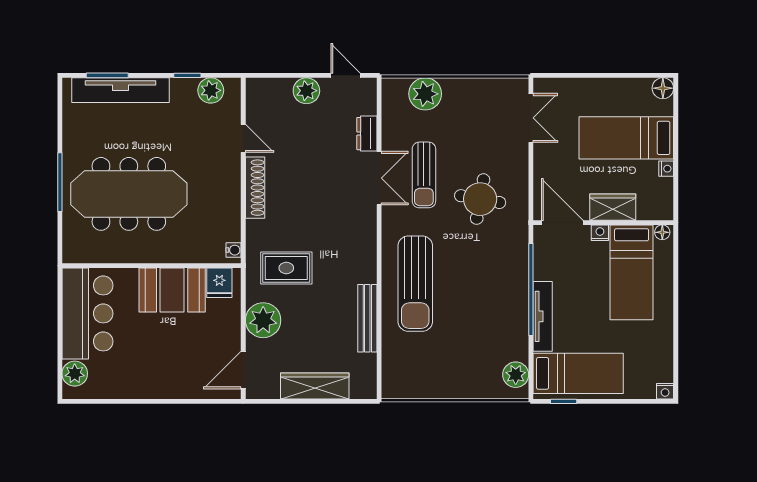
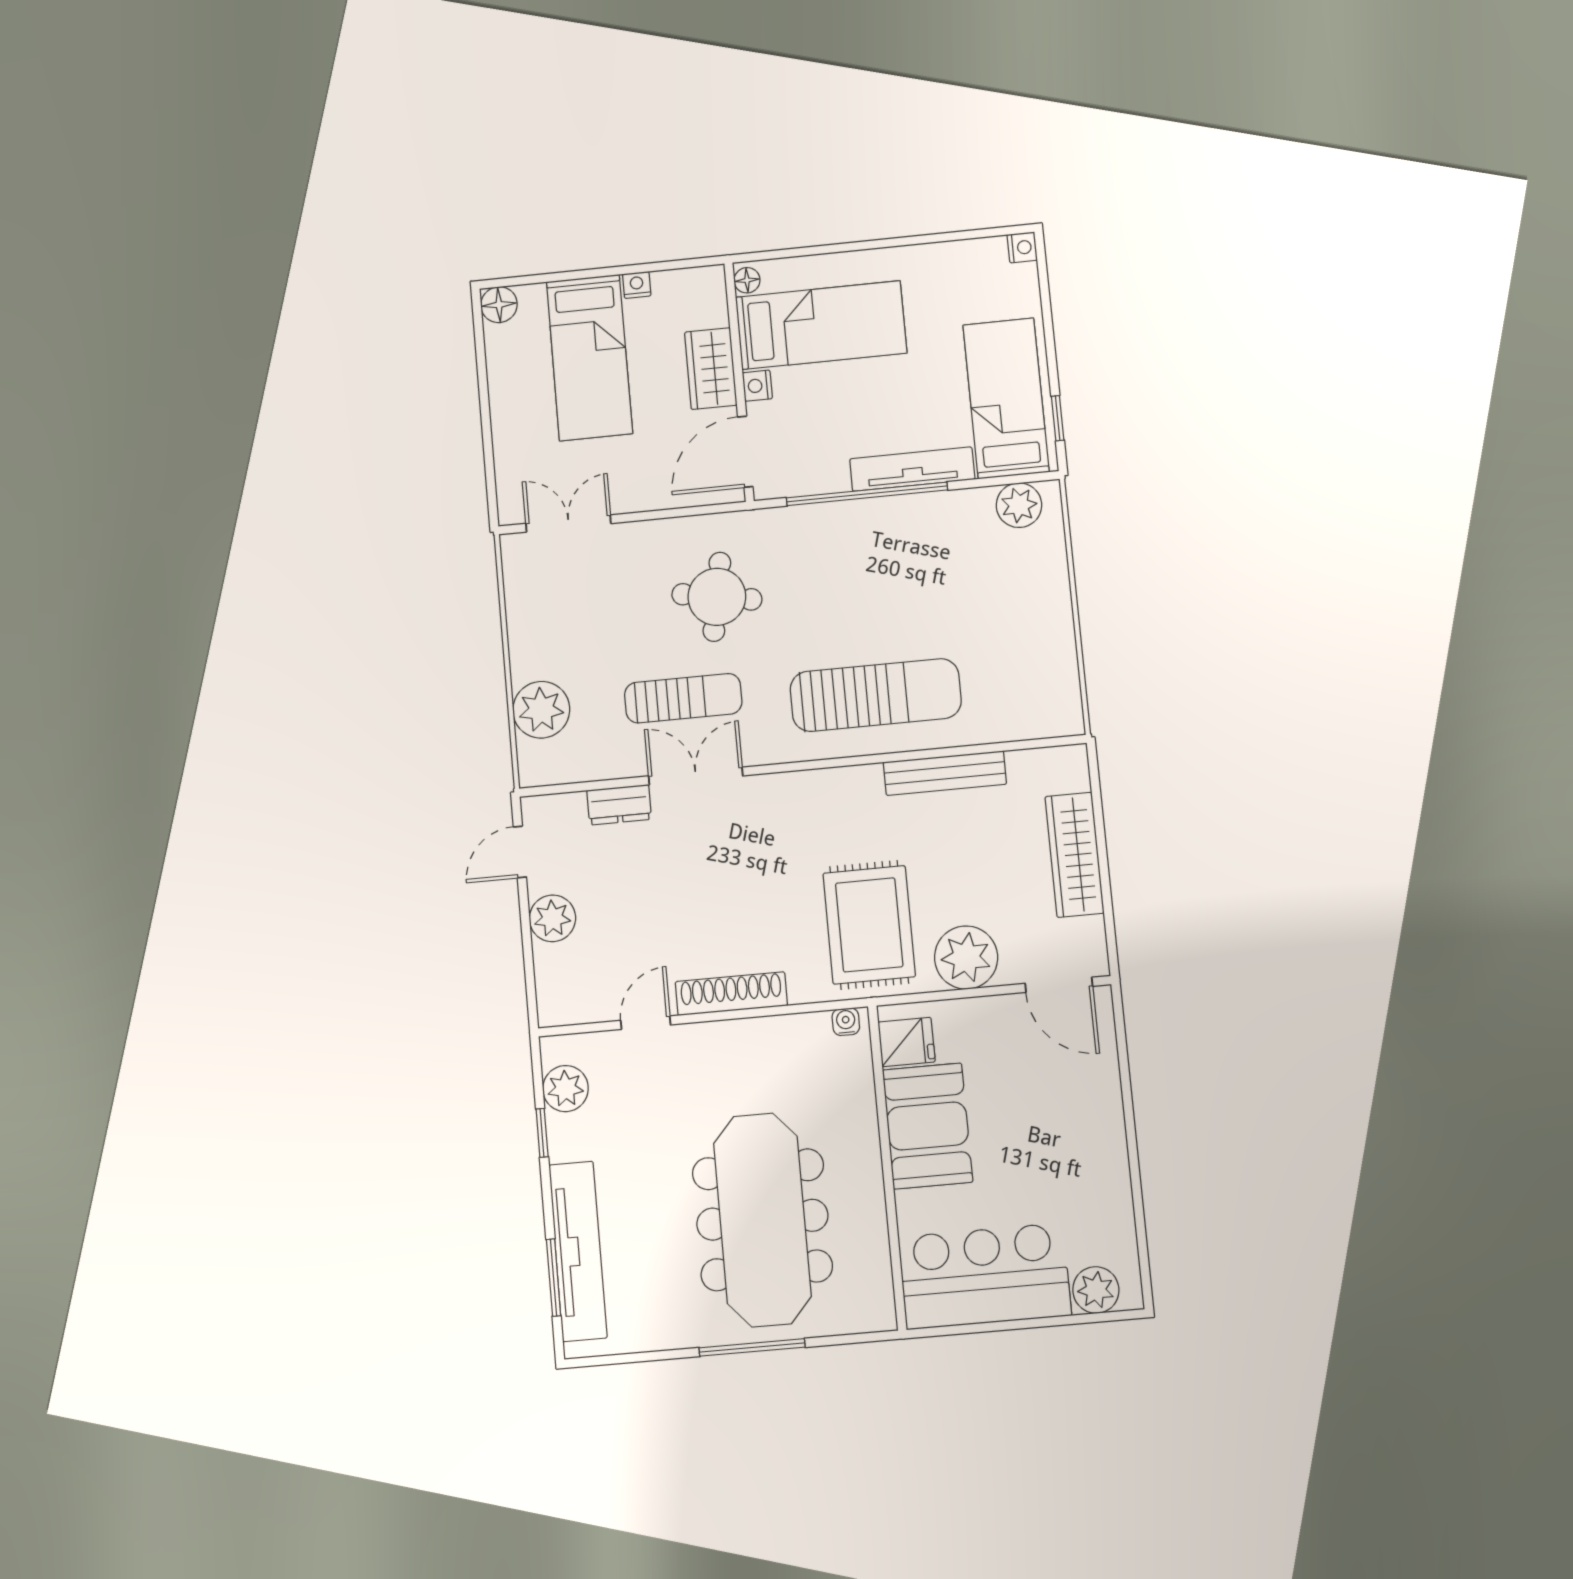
rug: (286, 268) -> (869, 925), width x1.36, depth x1.43

